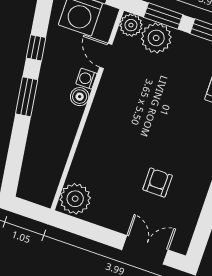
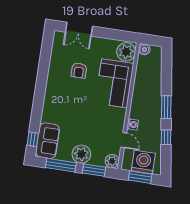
plant: (156, 38) -> (81, 154), moved
boiler: (80, 97) -> (144, 49), moved
corner sofa: (104, 151) -> (114, 83), added

